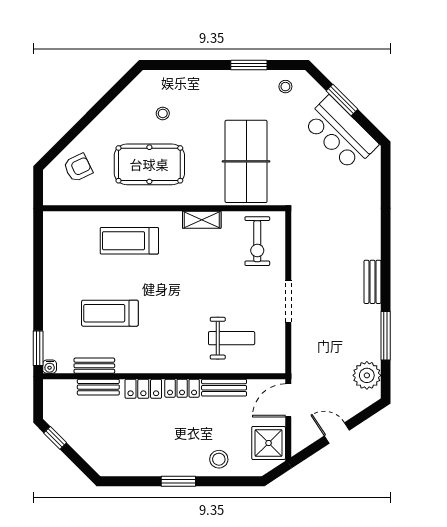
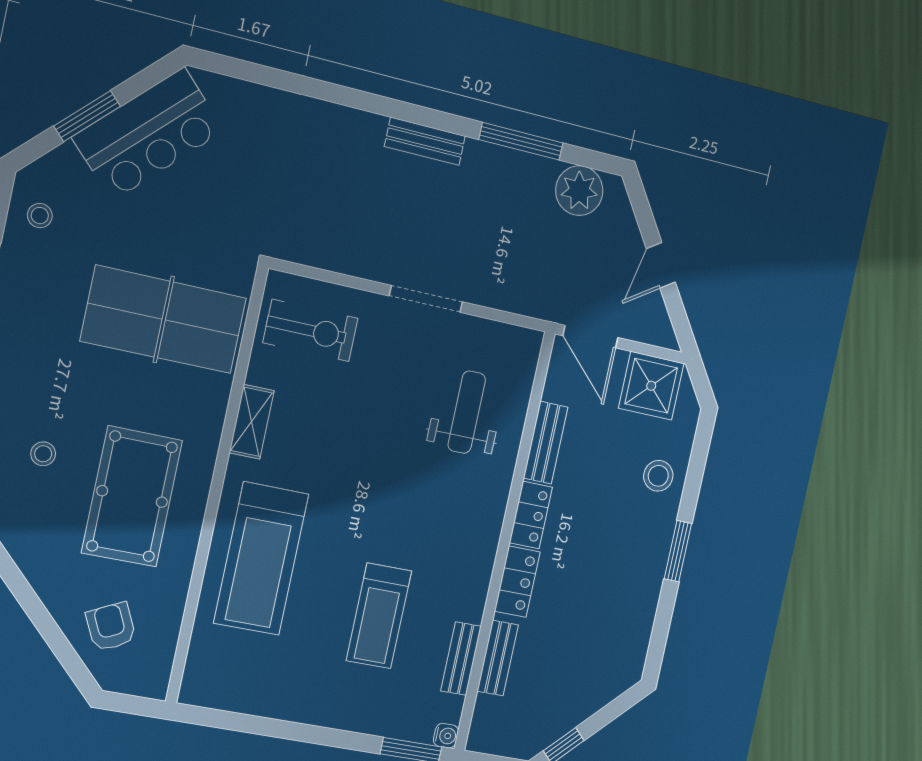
treadmill: (129, 241) -> (261, 559), width x1.37, depth x1.38

